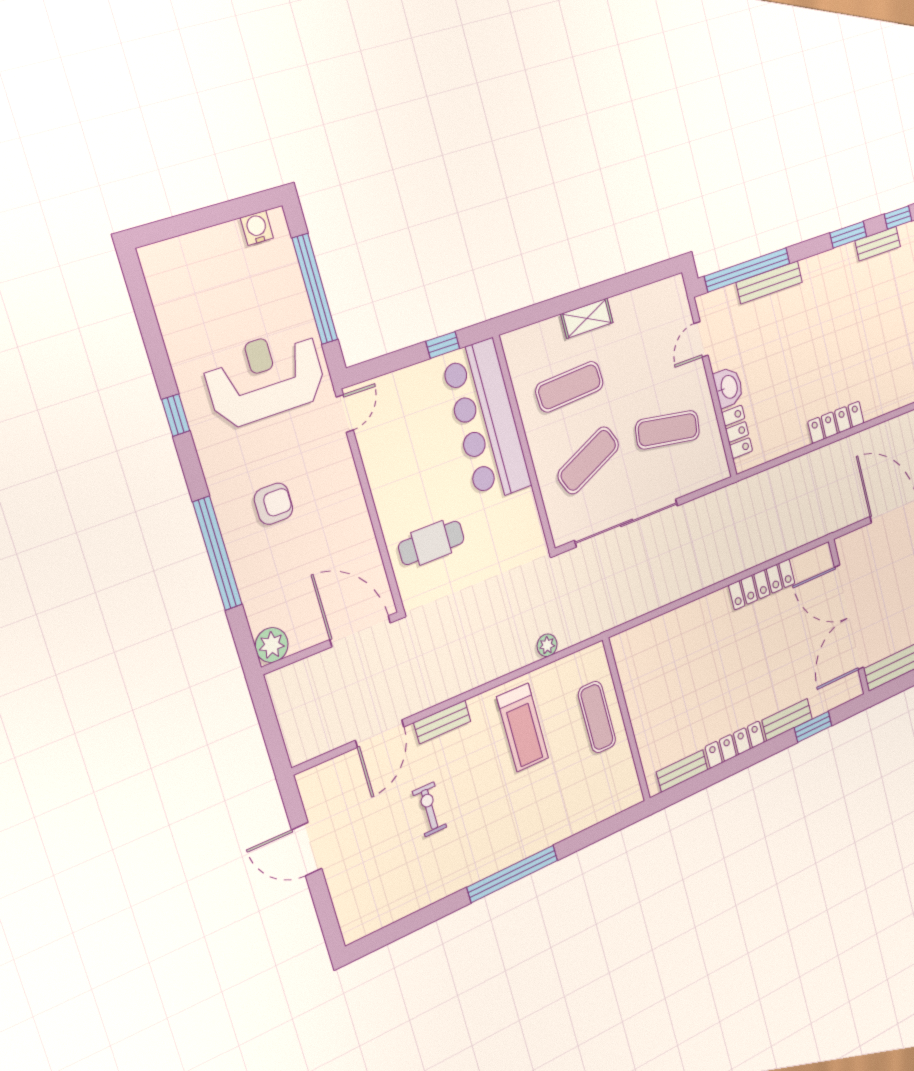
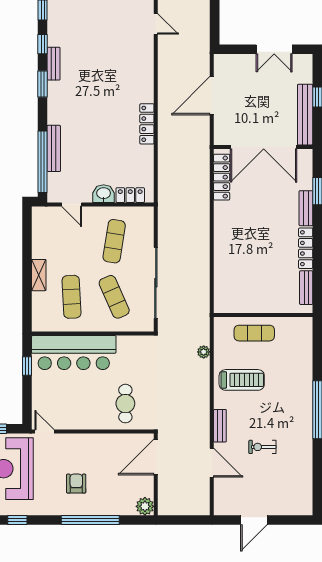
locker: (762, 584) -> (222, 177), moved

